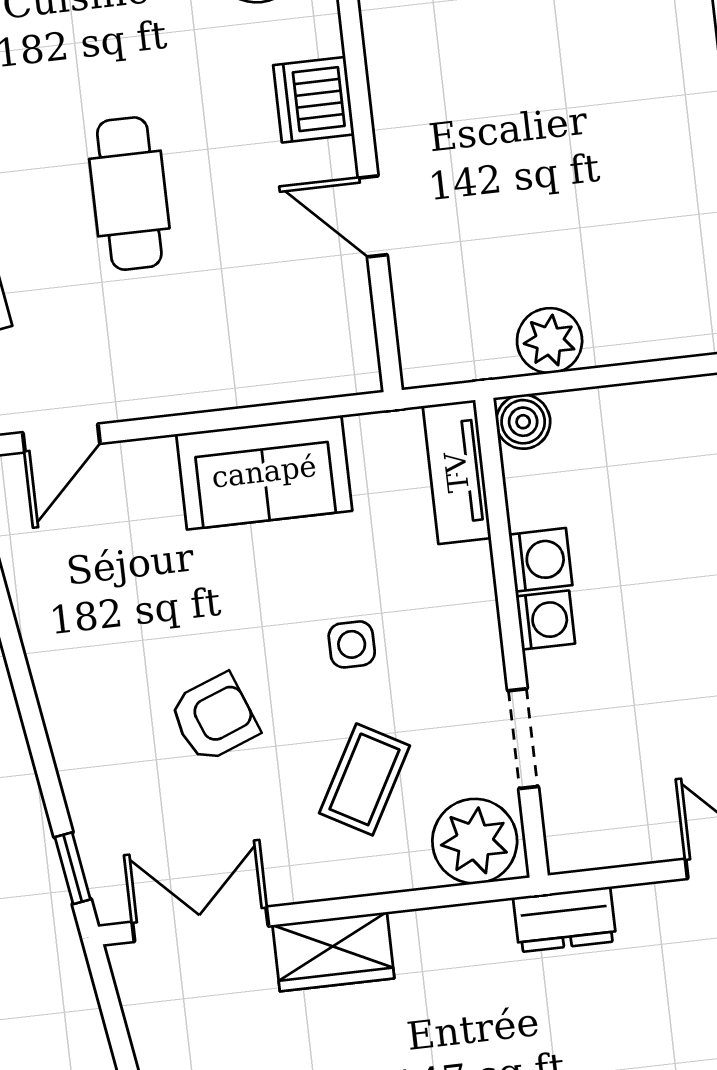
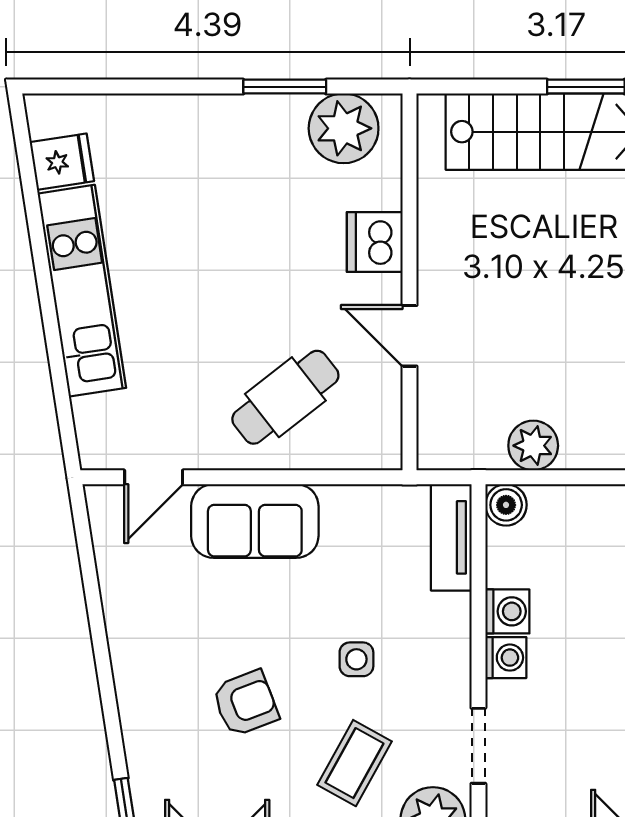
cafe table: (129, 194) -> (285, 397), moved, turned 52
sofa: (264, 472) -> (255, 521), moved

